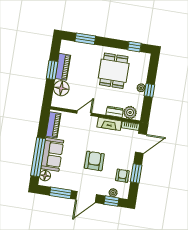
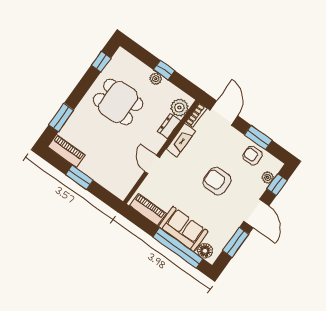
piano: (63, 67) -> (66, 151), moved
floor lamp: (61, 88) -> (107, 177), removed

